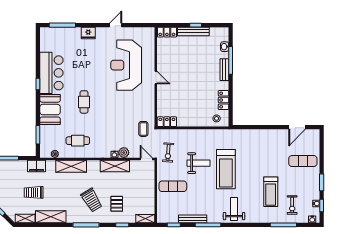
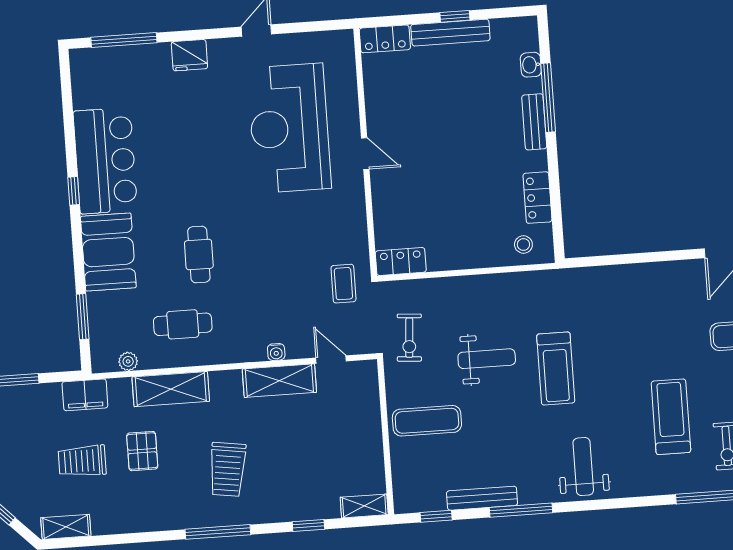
cafe table: (84, 102) -> (199, 254), moved
plant: (124, 153) -> (299, 346), removed
door: (146, 159) -> (331, 359), moved
treadmill: (226, 169) -> (556, 368), width x0.73, depth x0.73
treadmill: (271, 192) -> (671, 417), turned 180
trolley: (92, 200) -> (227, 469), turned 39
pallet: (117, 204) -> (142, 451), moved
shelving: (51, 217) -> (129, 518), removed

